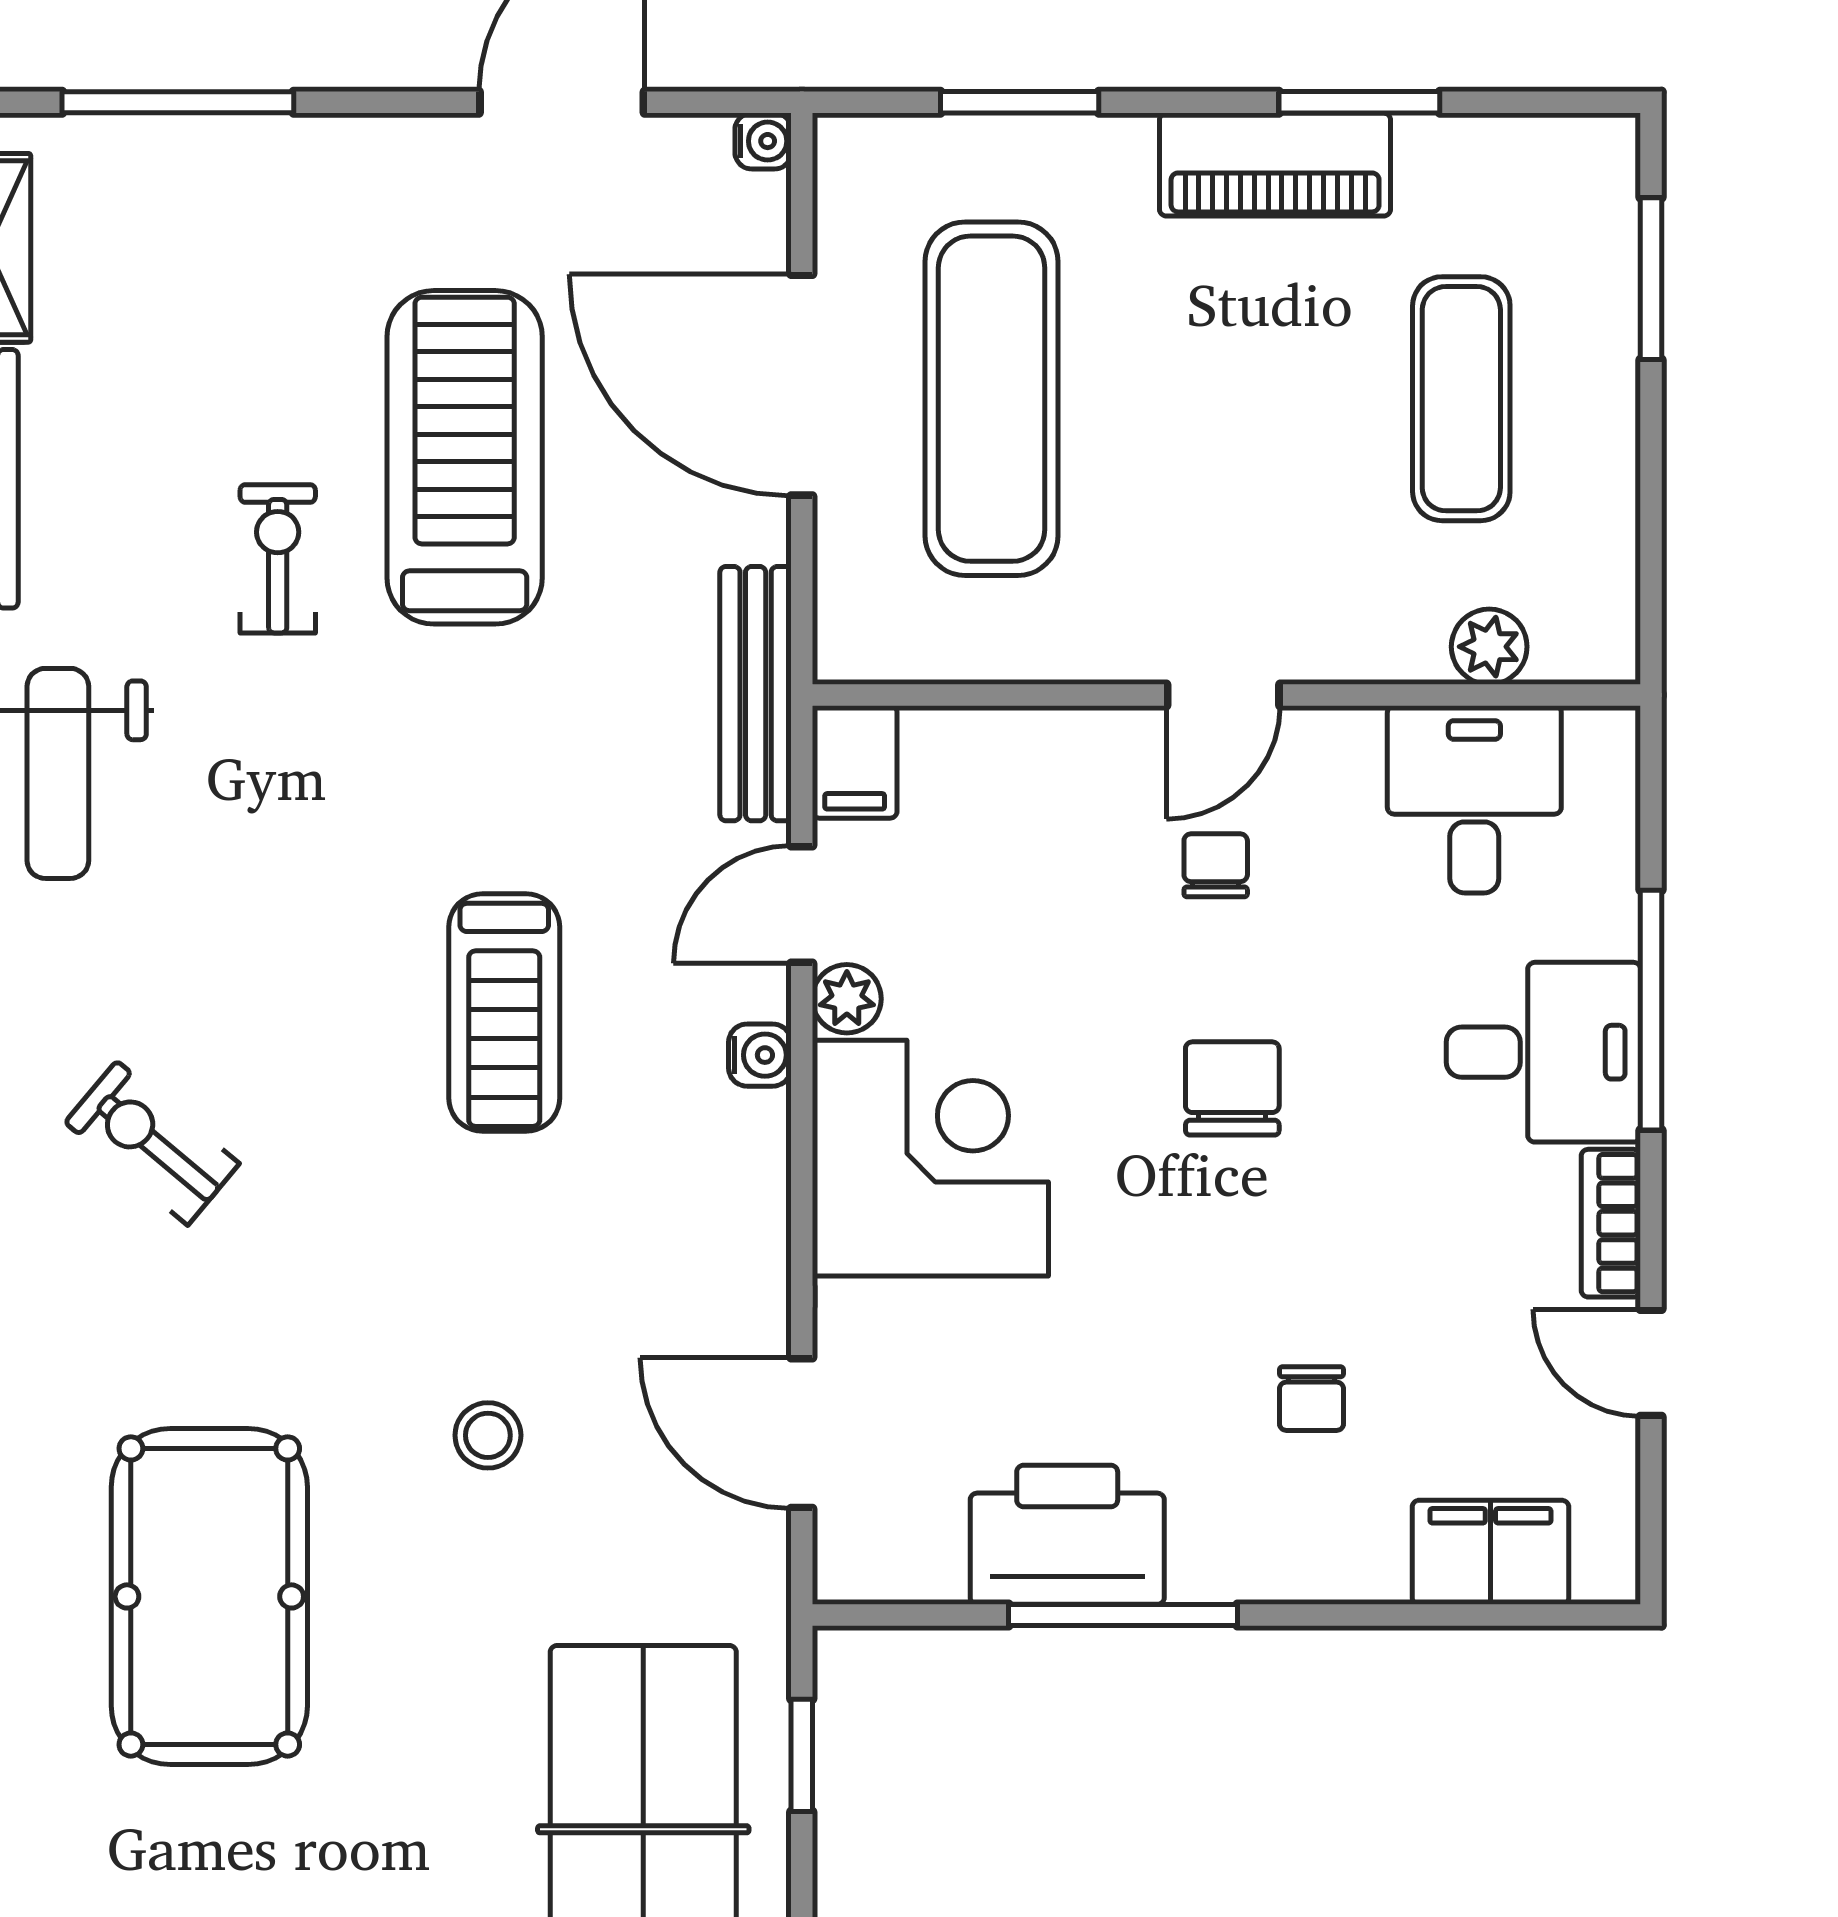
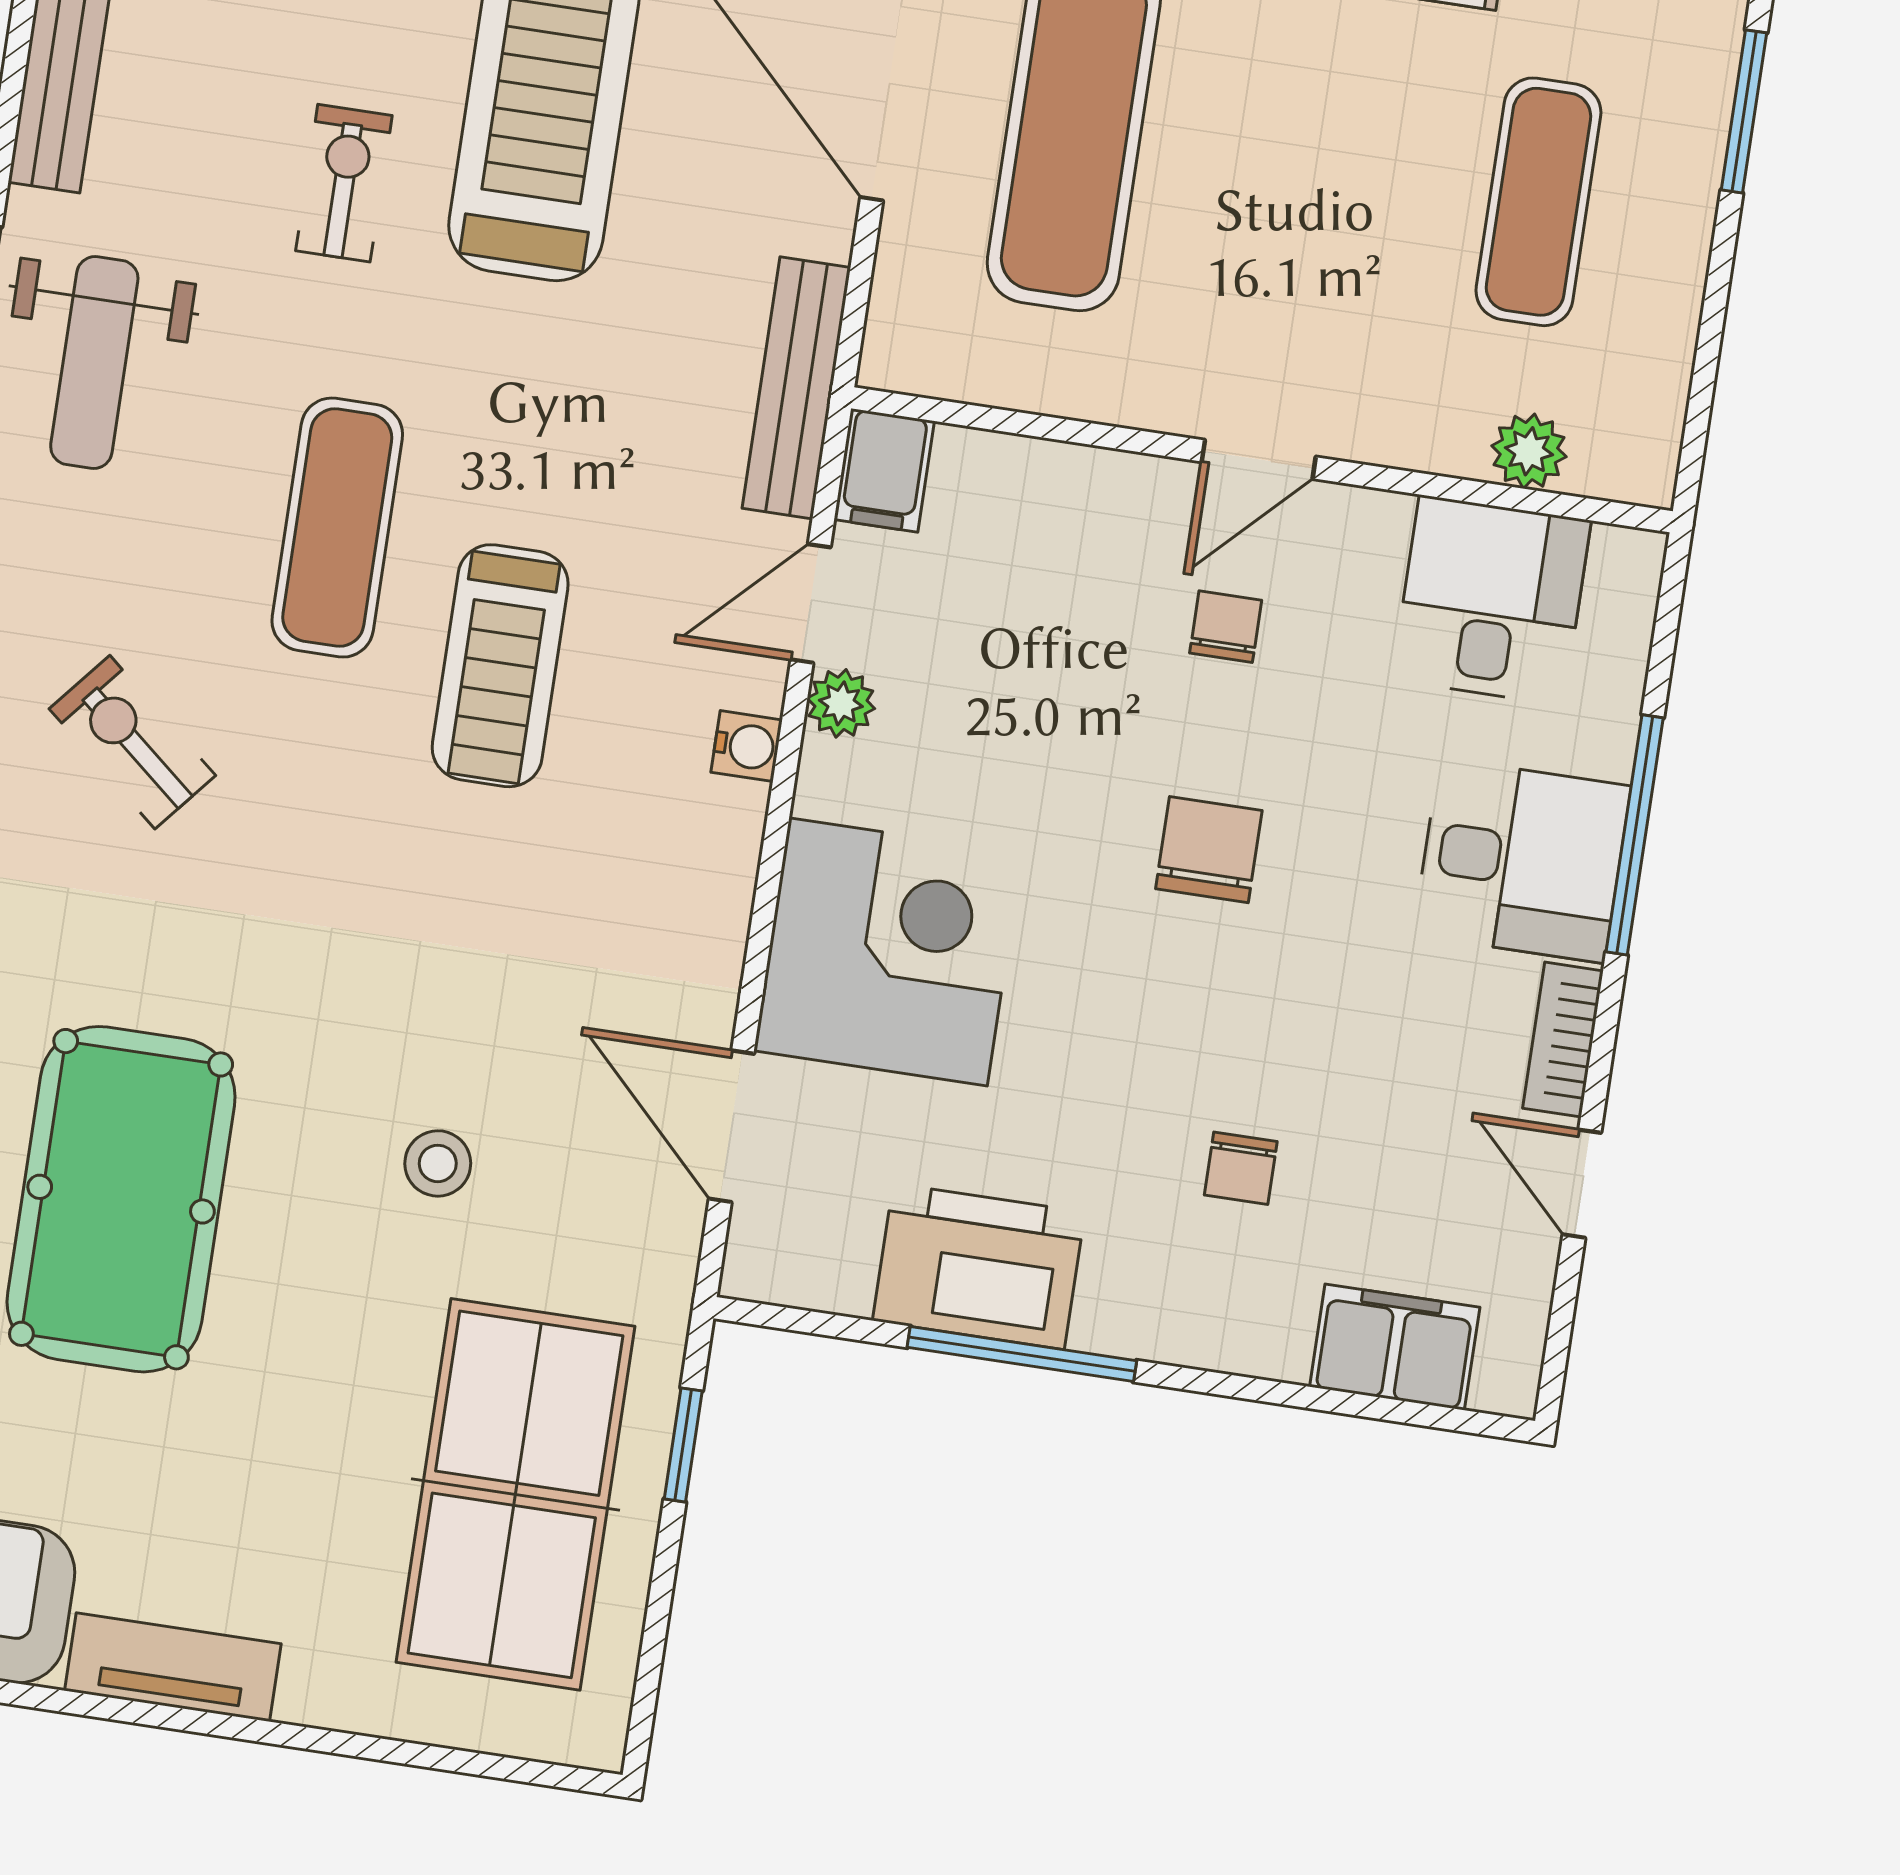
exercise mat: (323, 900) -> (337, 528), added
corner desk: (930, 1158) -> (888, 952), moved
stool: (488, 1435) -> (438, 1163), moved

